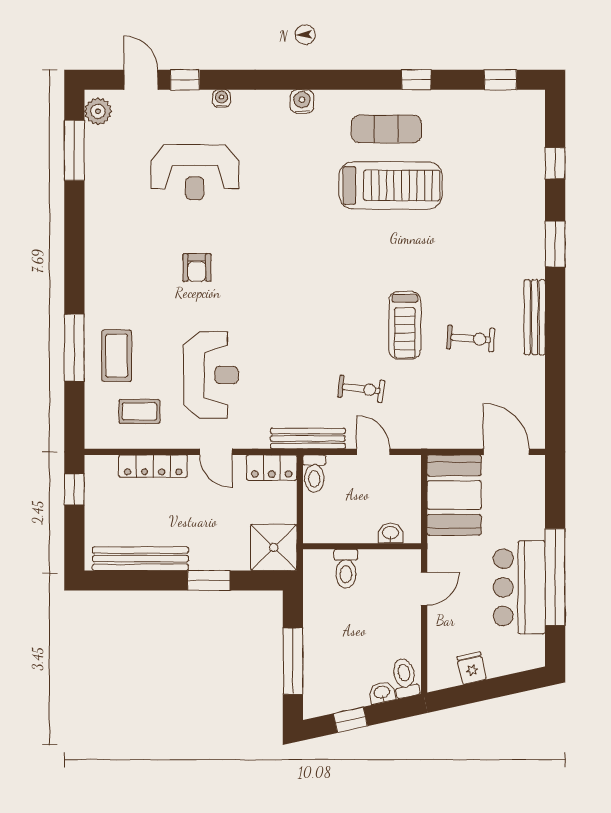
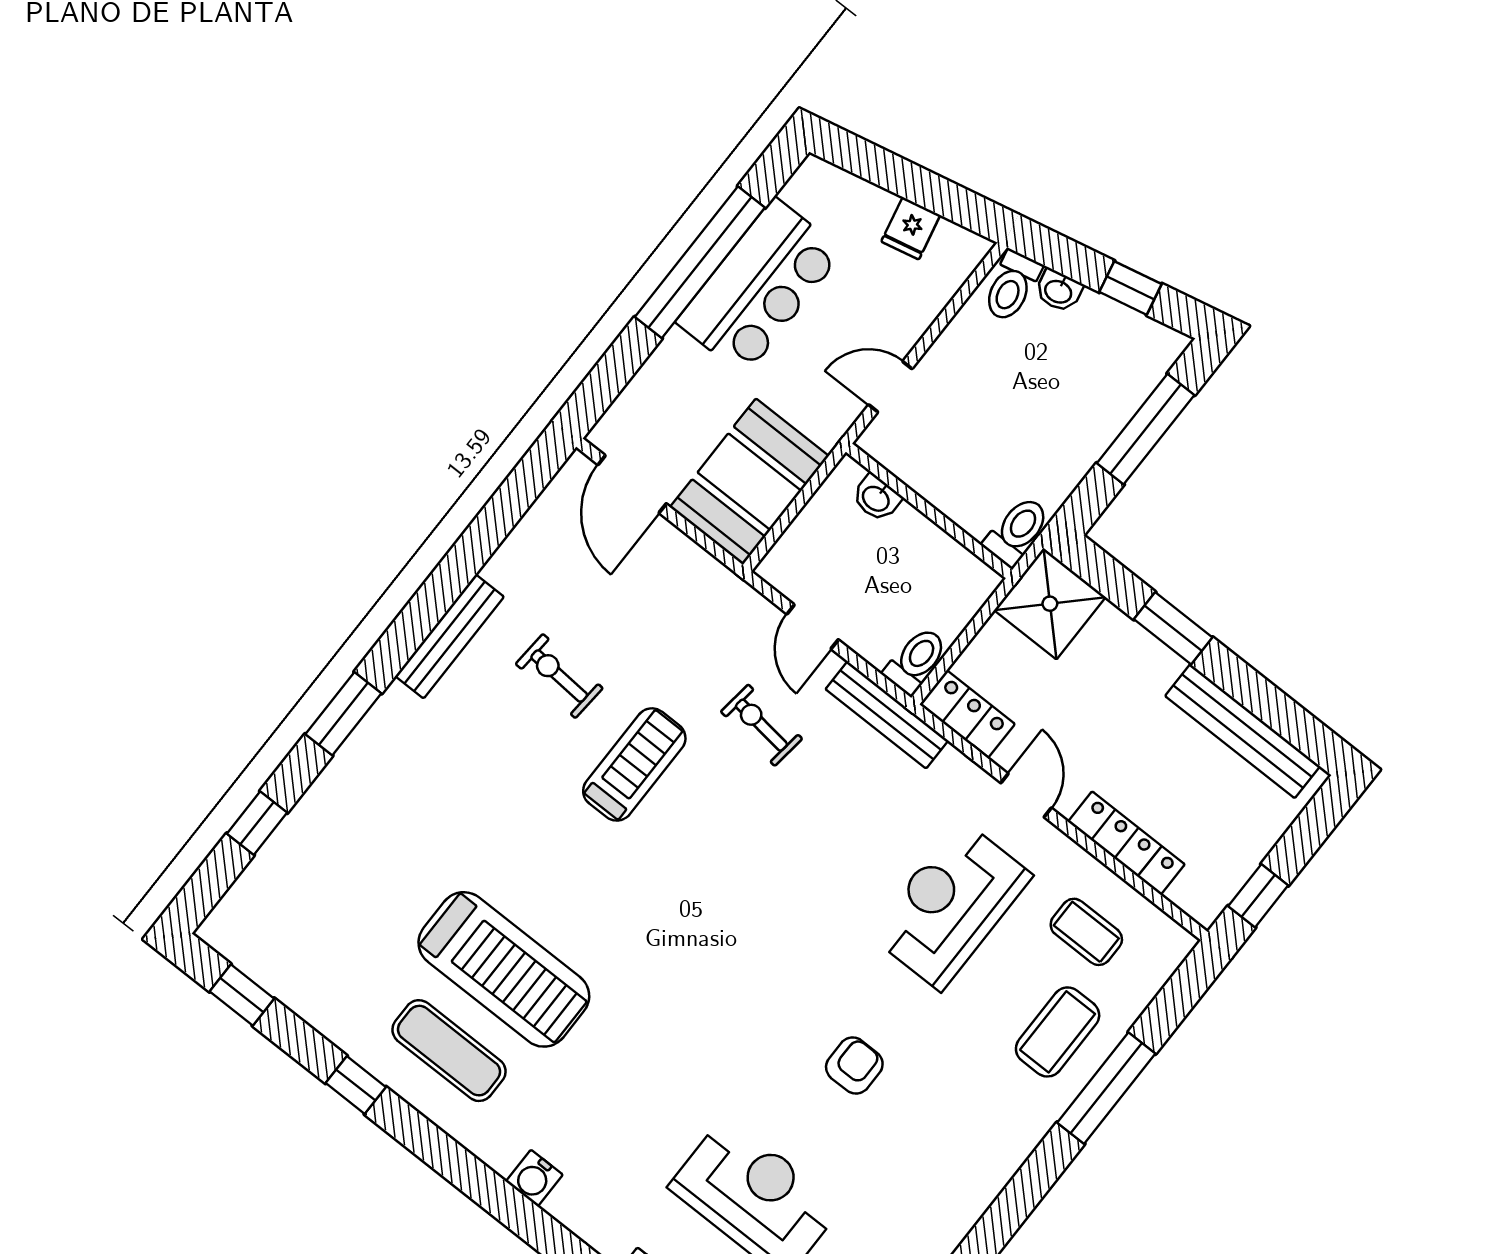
treadmill: (391, 185) -> (504, 969), turned 180
toilet: (346, 569) -> (1017, 531), moved

